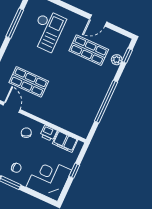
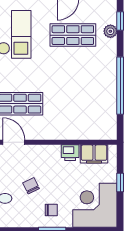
chair: (26, 133) -> (31, 186), moved

